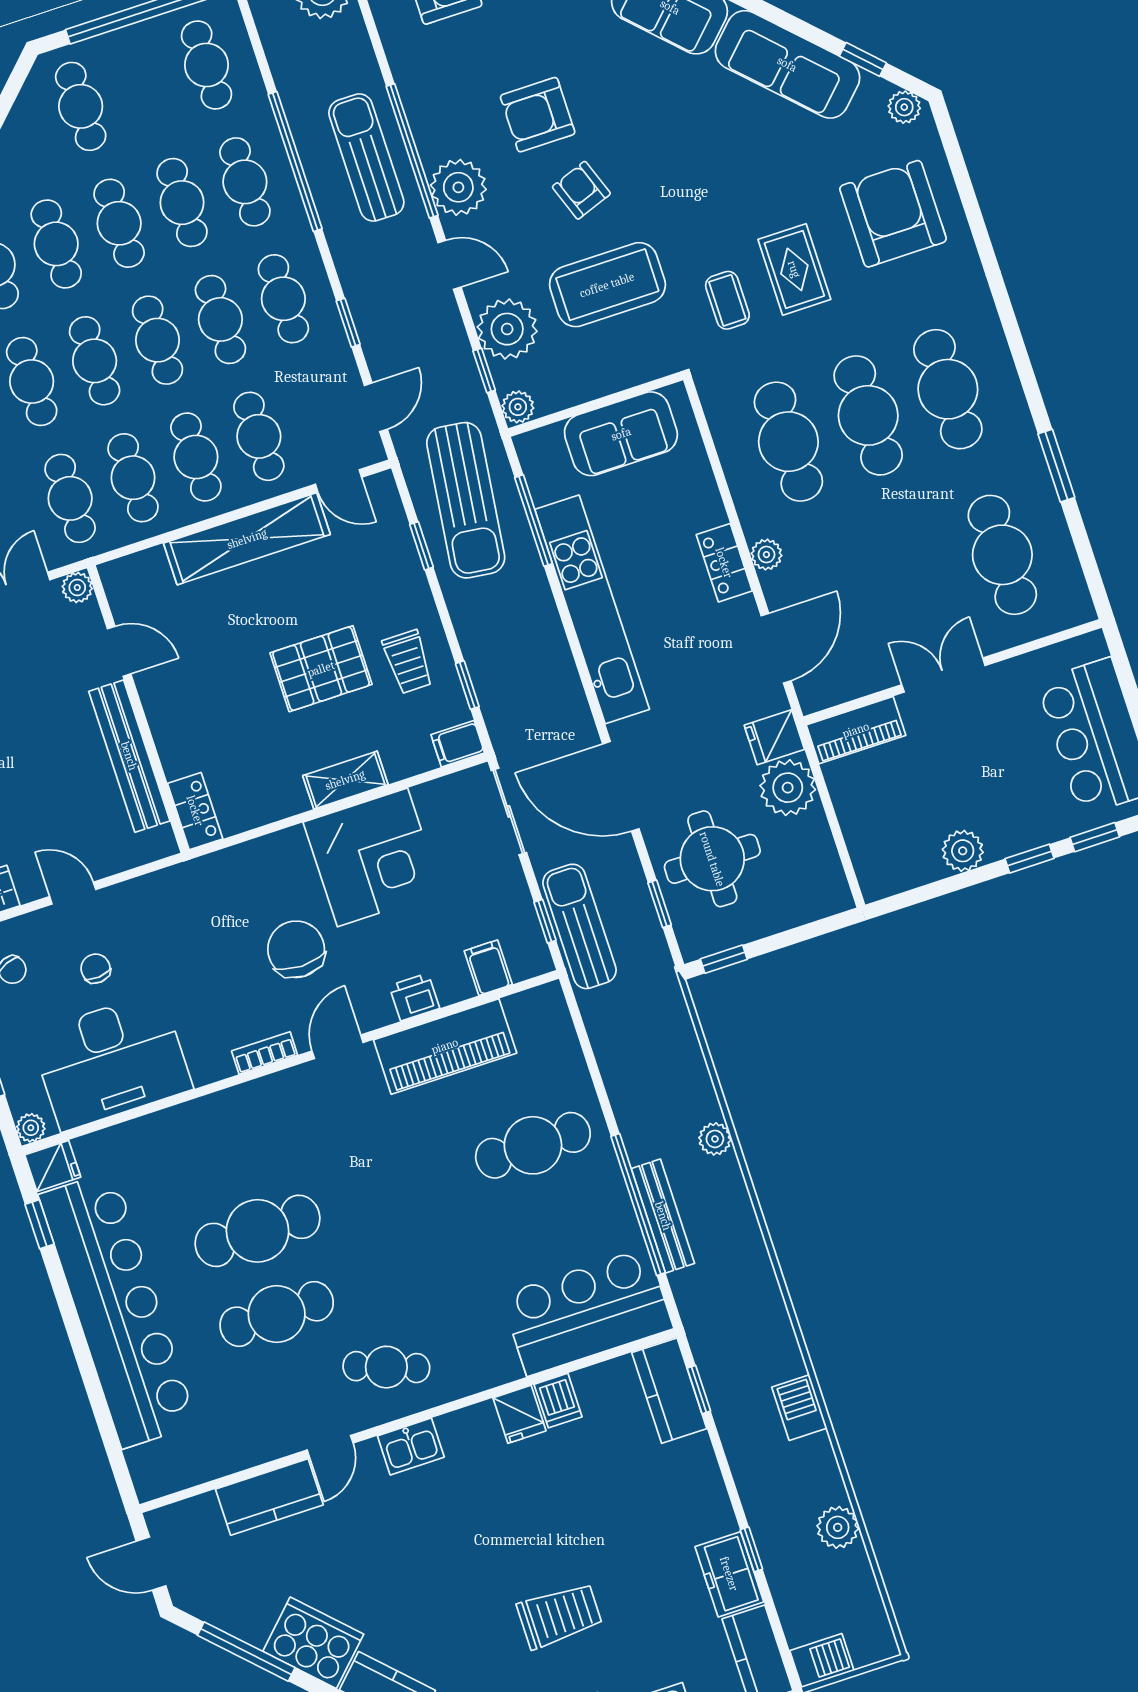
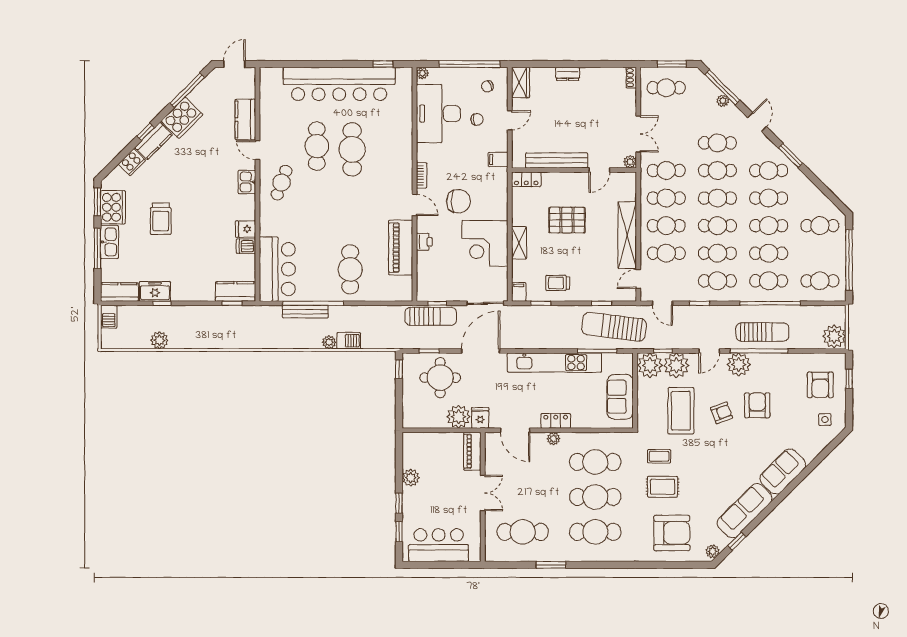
plant: (518, 407) -> (650, 365), width x1.88, depth x1.88
pallet: (321, 669) -> (567, 220), moved, turned 90
filing cabinet: (488, 968) -> (498, 159), moved, turned 180
fridge: (53, 1166) -> (404, 77), removed
barbecue: (799, 1408) -> (349, 341), moved

